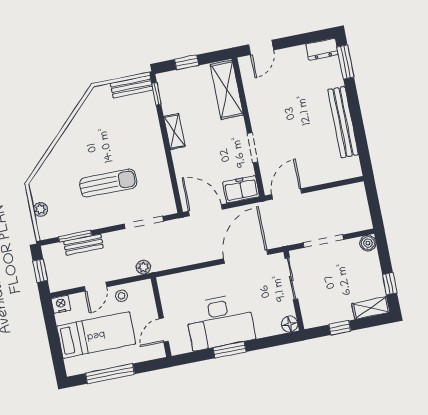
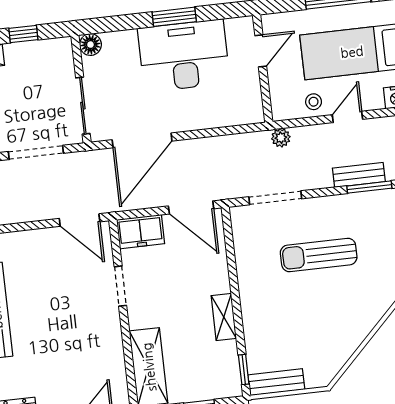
door: (287, 194) -> (80, 220), hinge flipped

